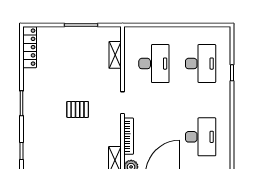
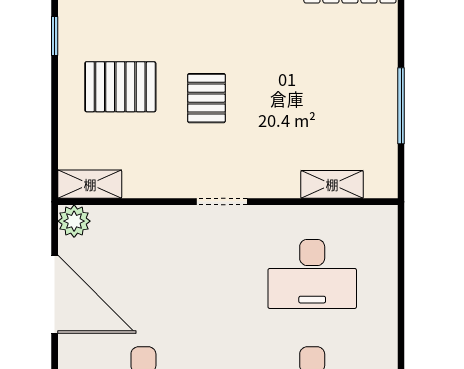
bookcase: (129, 136) -> (145, 216), removed
pallet: (73, 147) -> (120, 87), added

